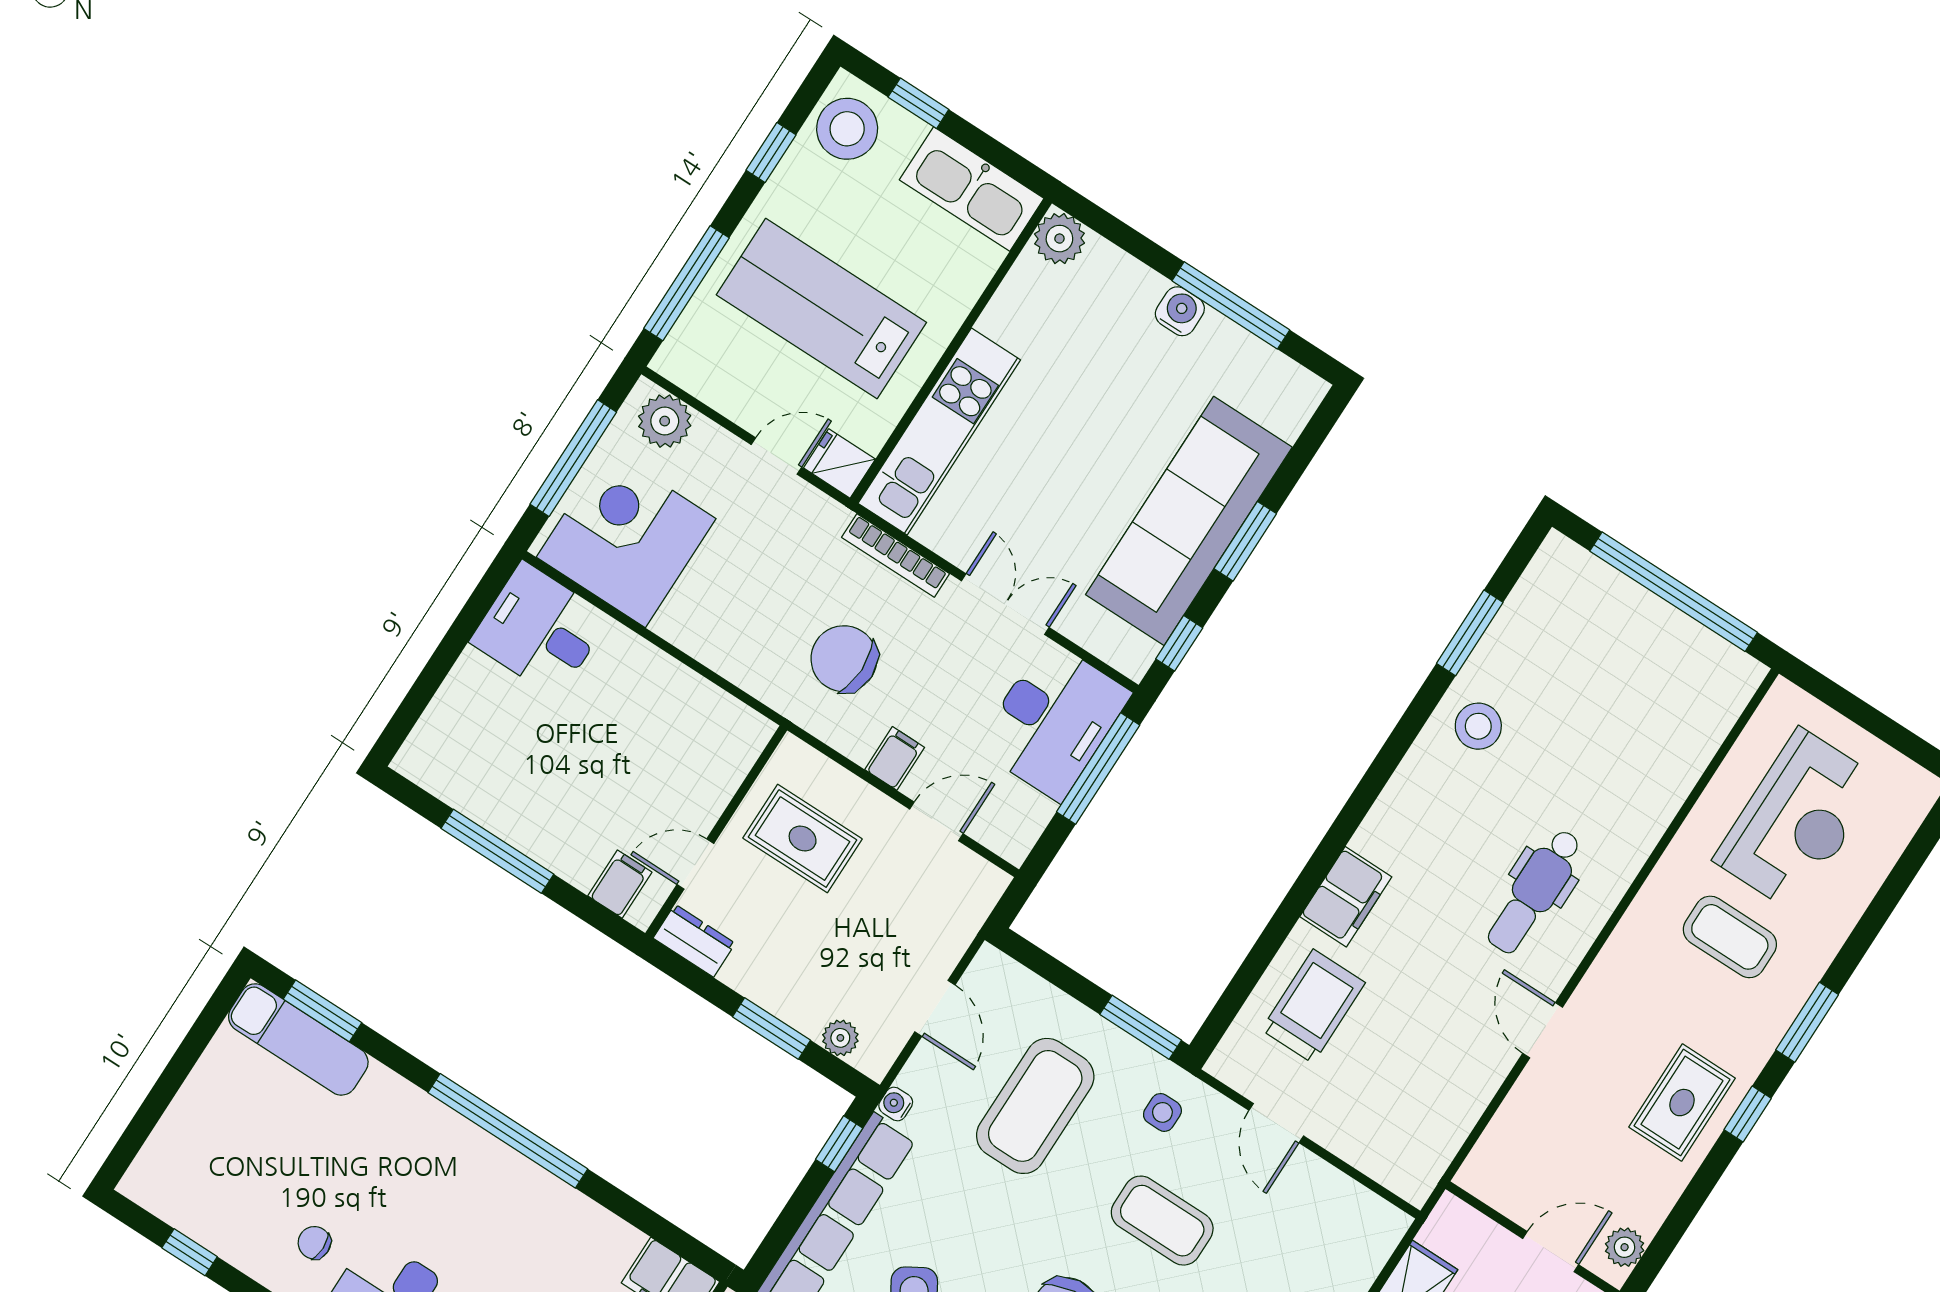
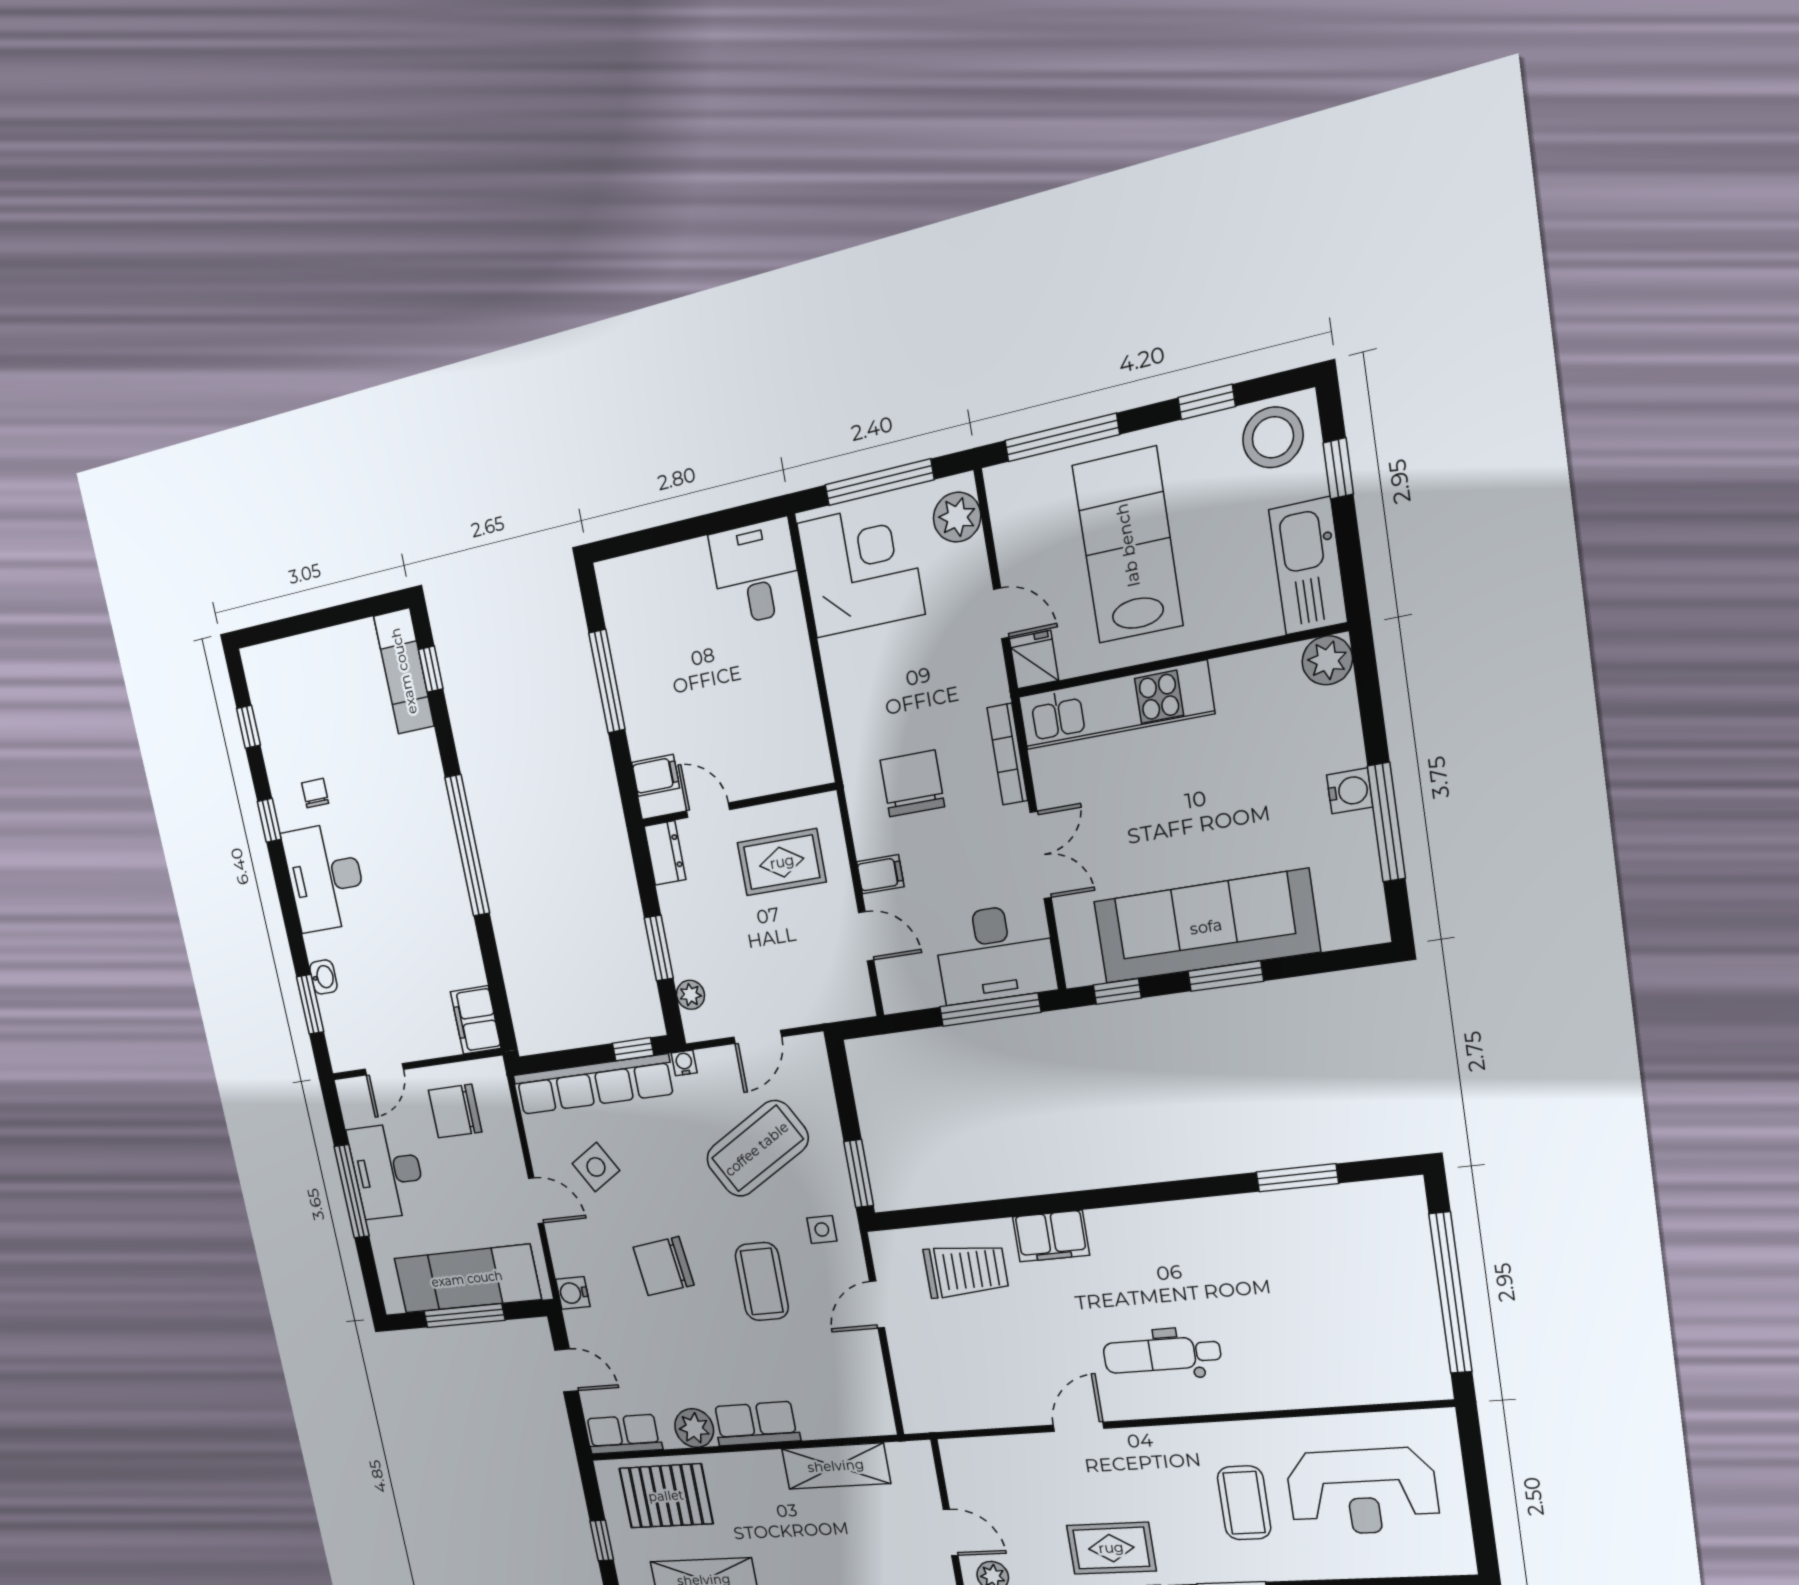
stool: (1478, 726) -> (1238, 1233), removed
rug: (803, 839) -> (782, 862), turned 90
window: (323, 1011) -> (431, 669), width x0.67
coffee table: (1035, 1106) -> (757, 1149), turned -30

